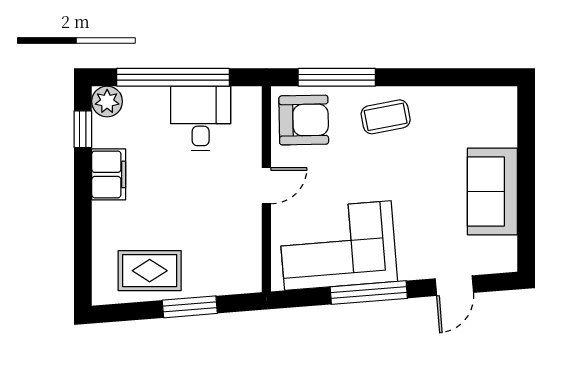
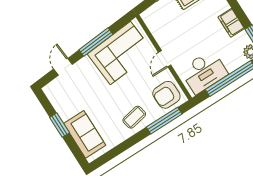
desk: (201, 118) -> (204, 72), width x1.37
window: (526, 187) -> (60, 125), added
sofa: (492, 192) -> (85, 134), moved

